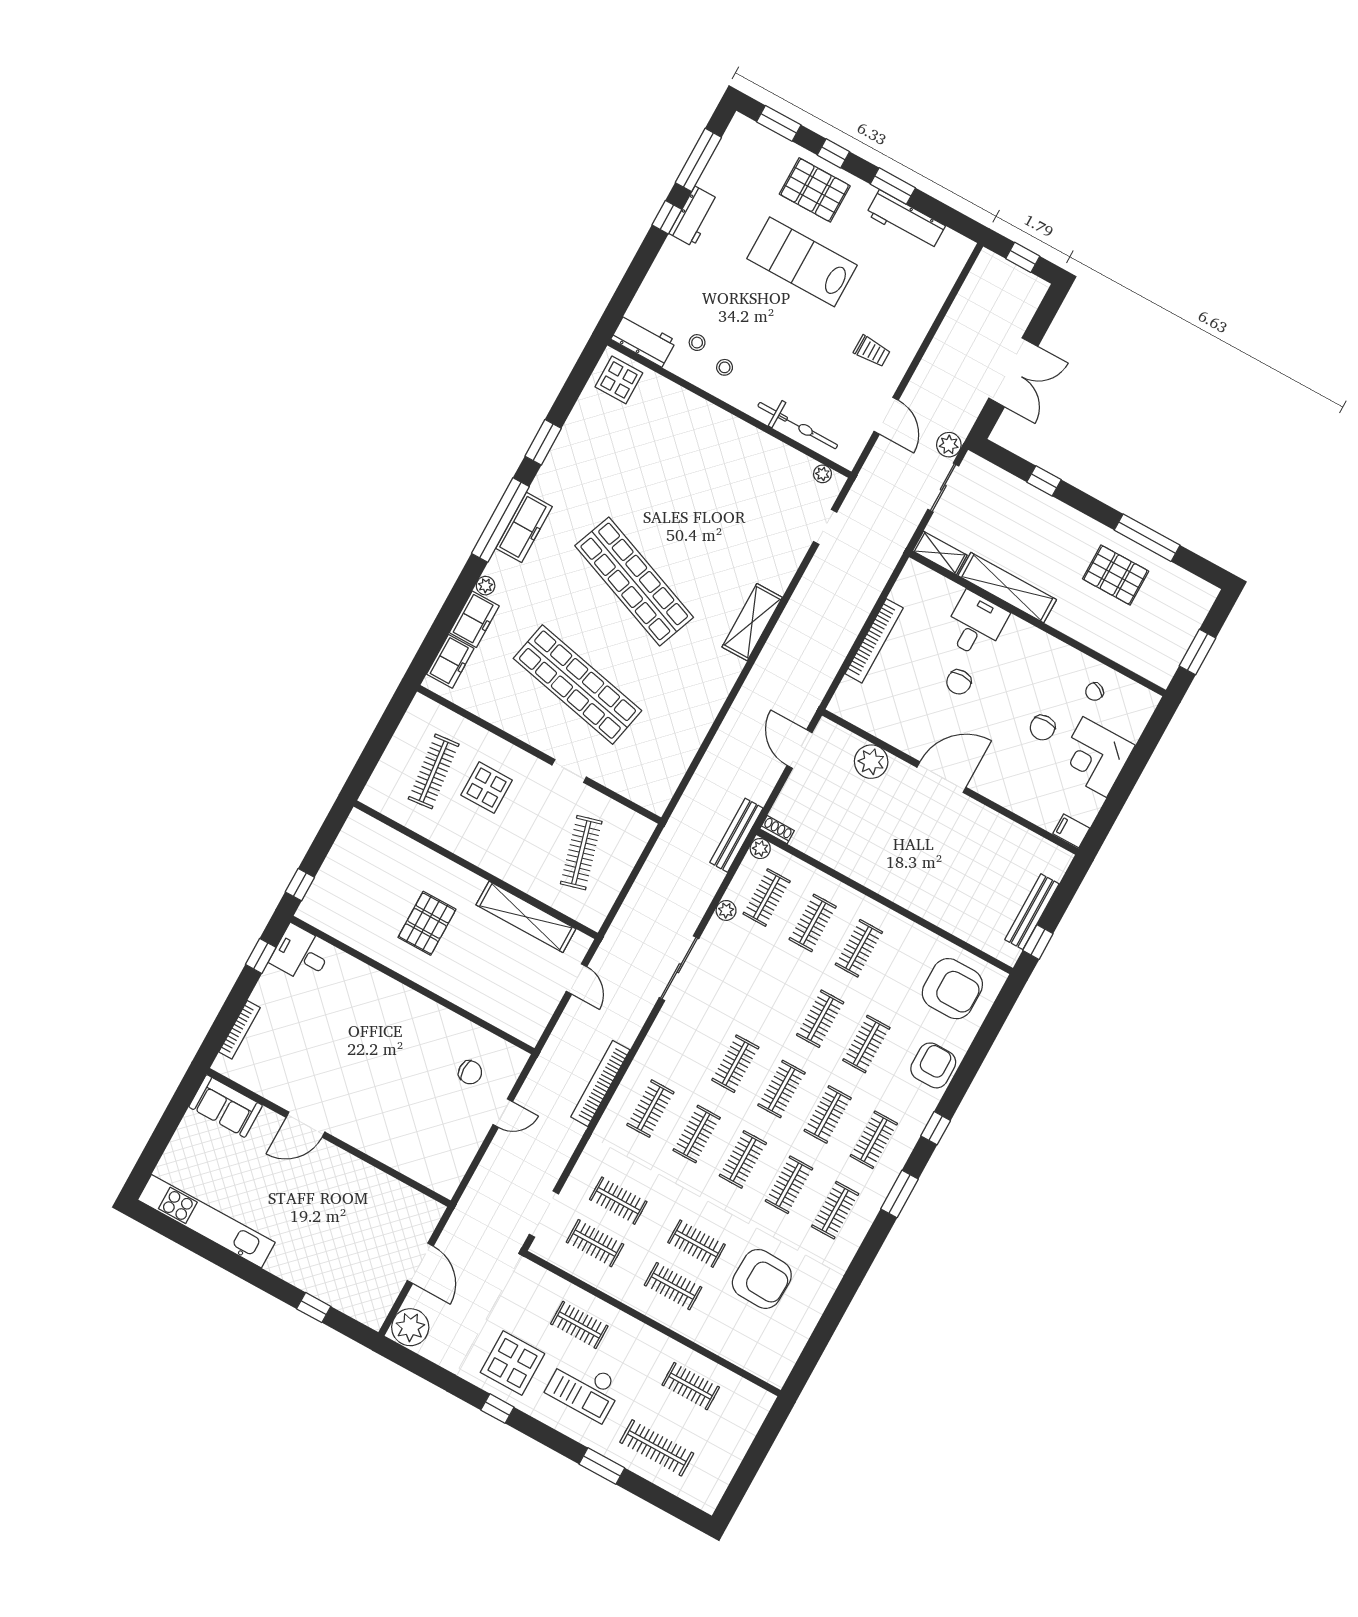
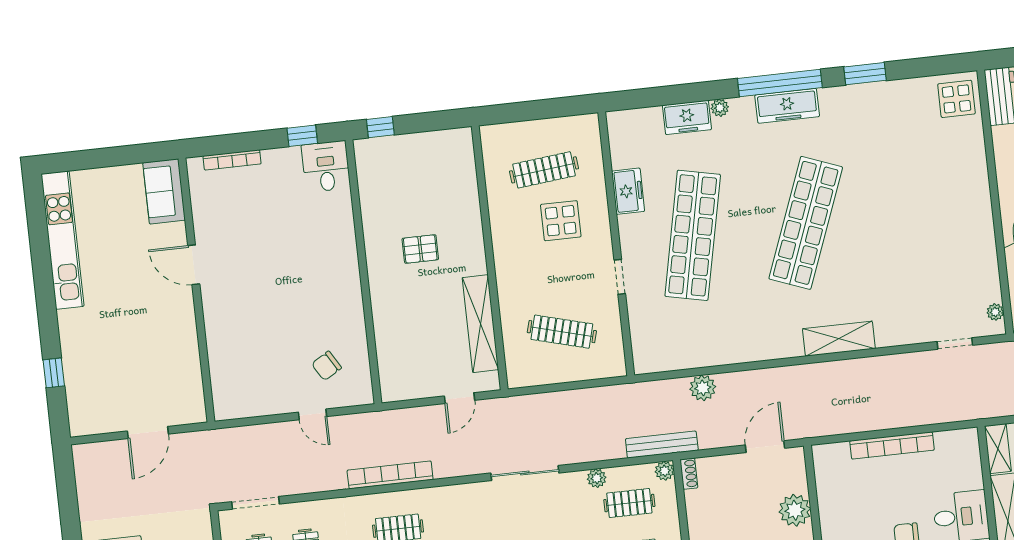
freezer: (450, 661) -> (628, 191), moved, turned -90
clothes rail: (581, 853) -> (562, 332), turned 30
pallet: (427, 923) -> (420, 249), width x0.67, depth x0.71
chair: (470, 1072) -> (327, 366), turned 59
plant: (410, 1327) -> (703, 388), moved, width x0.73, depth x0.73

